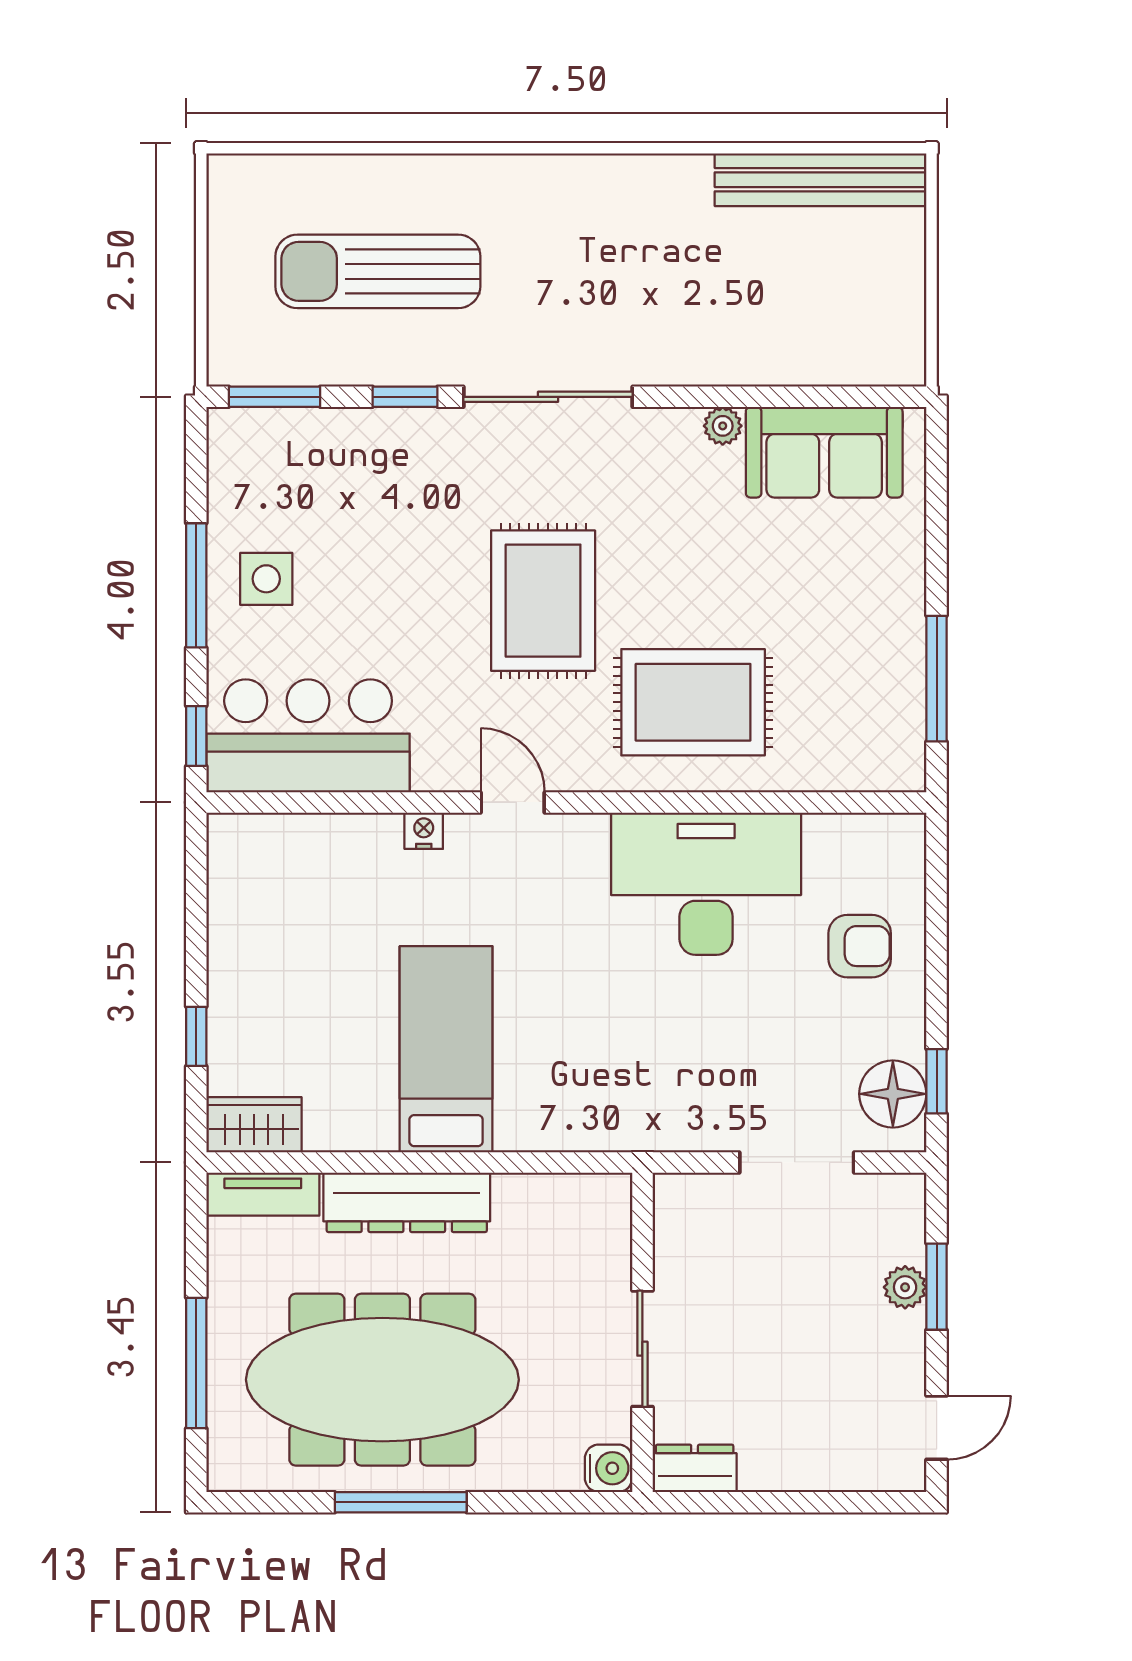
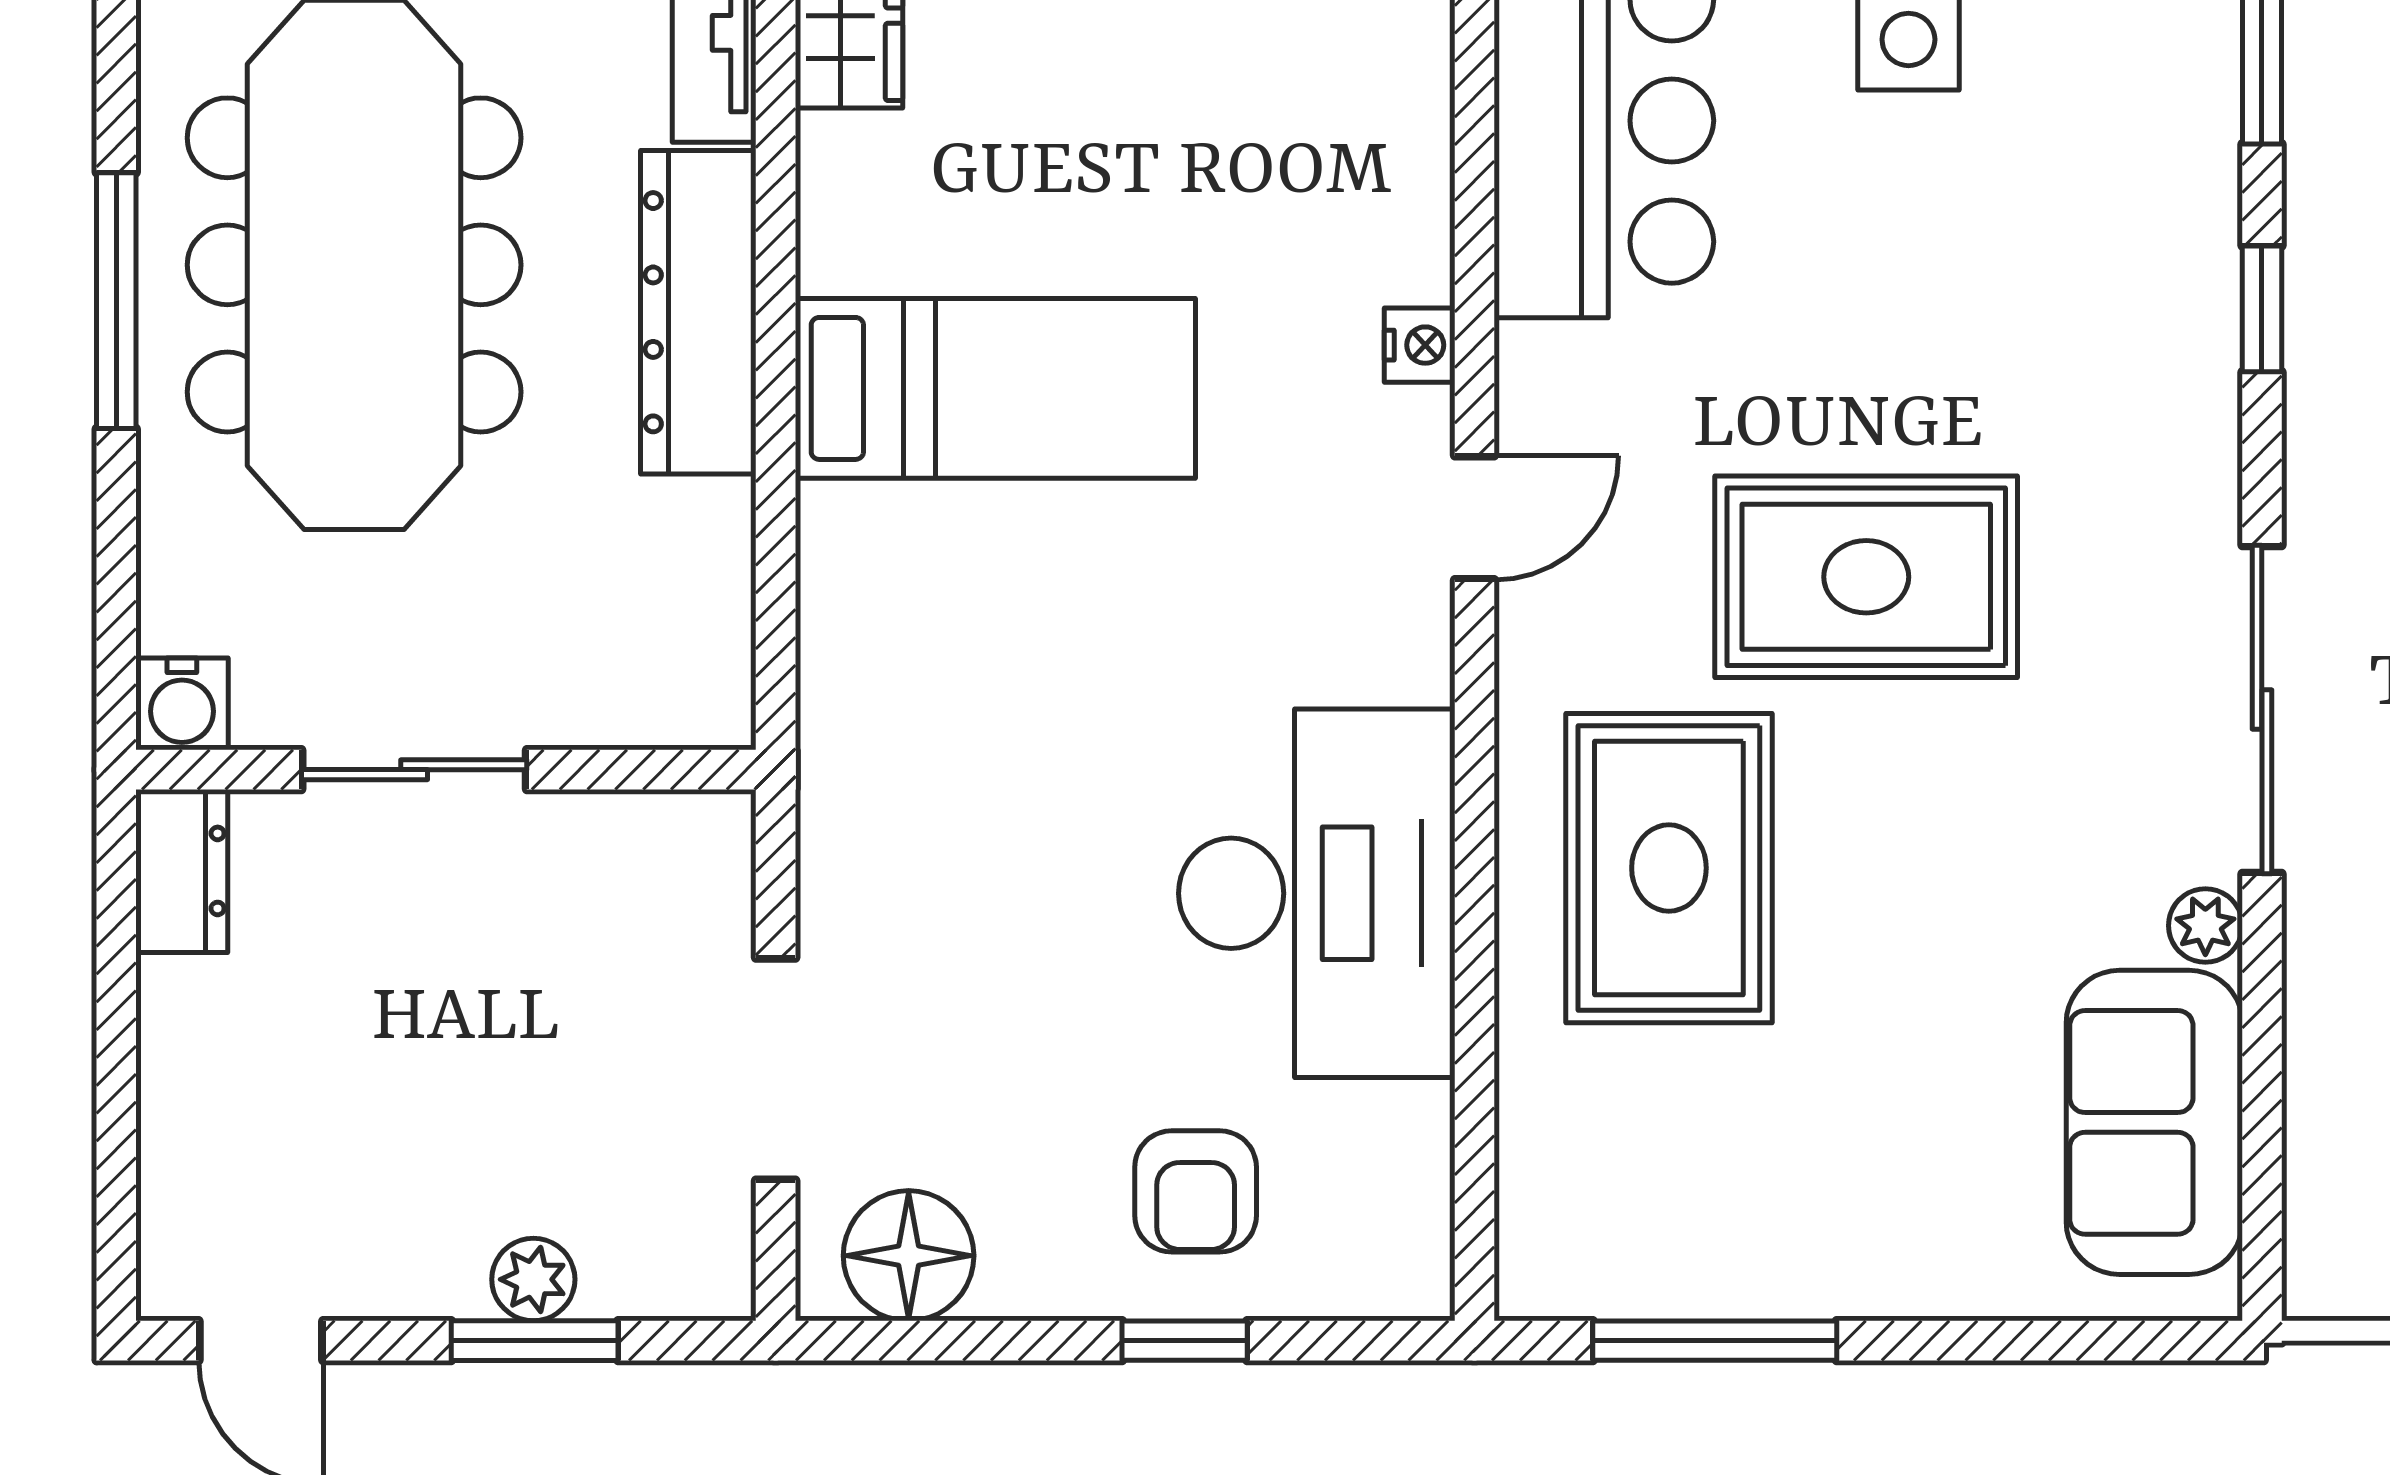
sliding door: (548, 397) -> (2262, 709), moved
window: (937, 1081) -> (1185, 1341), moved

